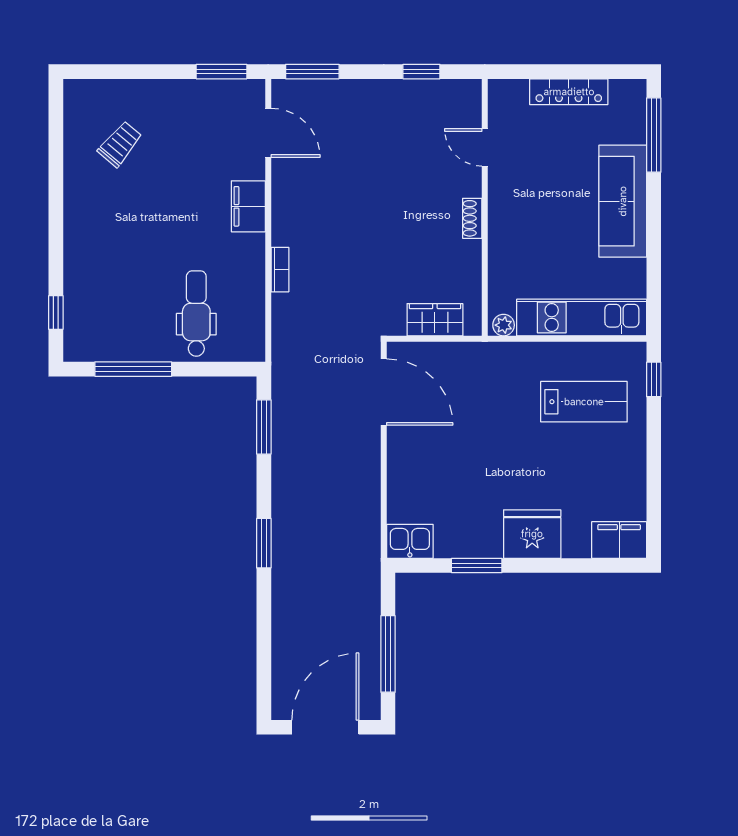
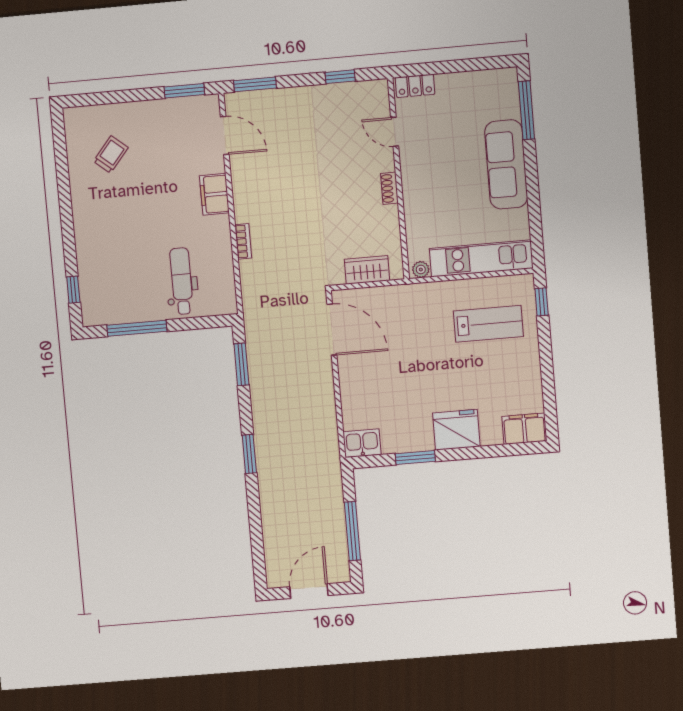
locker: (569, 92) -> (415, 86), moved, width x0.66
door: (325, 727) -> (309, 591), width x0.73

